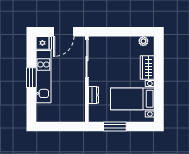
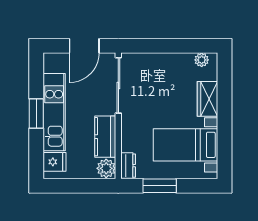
fridge: (44, 43) -> (55, 162), moved
kitchen counter: (78, 93) -> (105, 137), added
dresser: (94, 95) -> (128, 166), moved
plant: (79, 115) -> (106, 168), added

